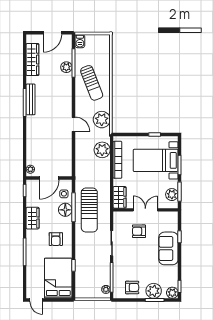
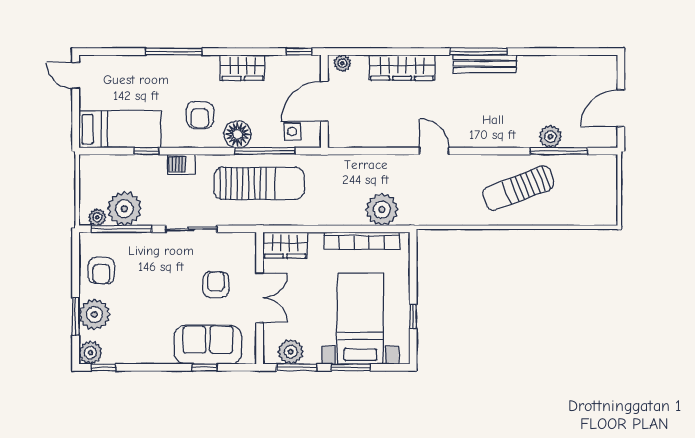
door: (52, 33) -> (621, 108), hinge flipped
barbecue: (80, 41) -> (181, 164), moved
wardrobe: (32, 60) -> (402, 67), moved
plant: (102, 120) -> (124, 209), moved
door: (73, 124) -> (434, 151), swing flipped
door: (49, 178) -> (324, 101), hinge flipped
floor lamp: (65, 210) -> (238, 134), moved
sun lounger: (89, 210) -> (259, 183), turned 180
armchair: (56, 239) -> (200, 115), turned -90
sofa: (168, 248) -> (208, 345), moved
bed: (58, 278) -> (120, 129), width x0.67
door: (36, 300) -> (76, 75), hinge flipped

